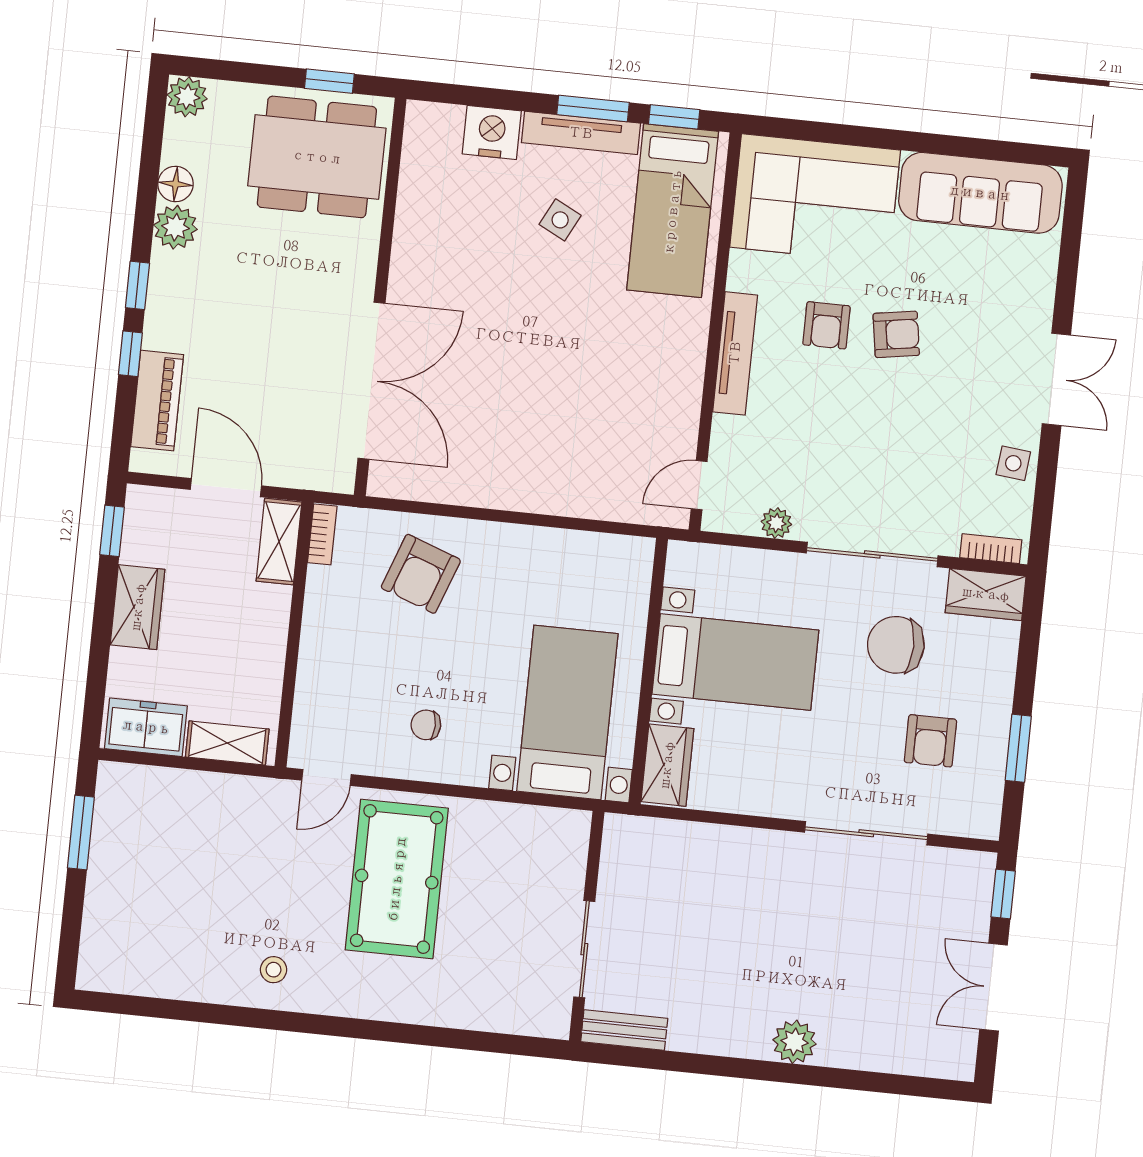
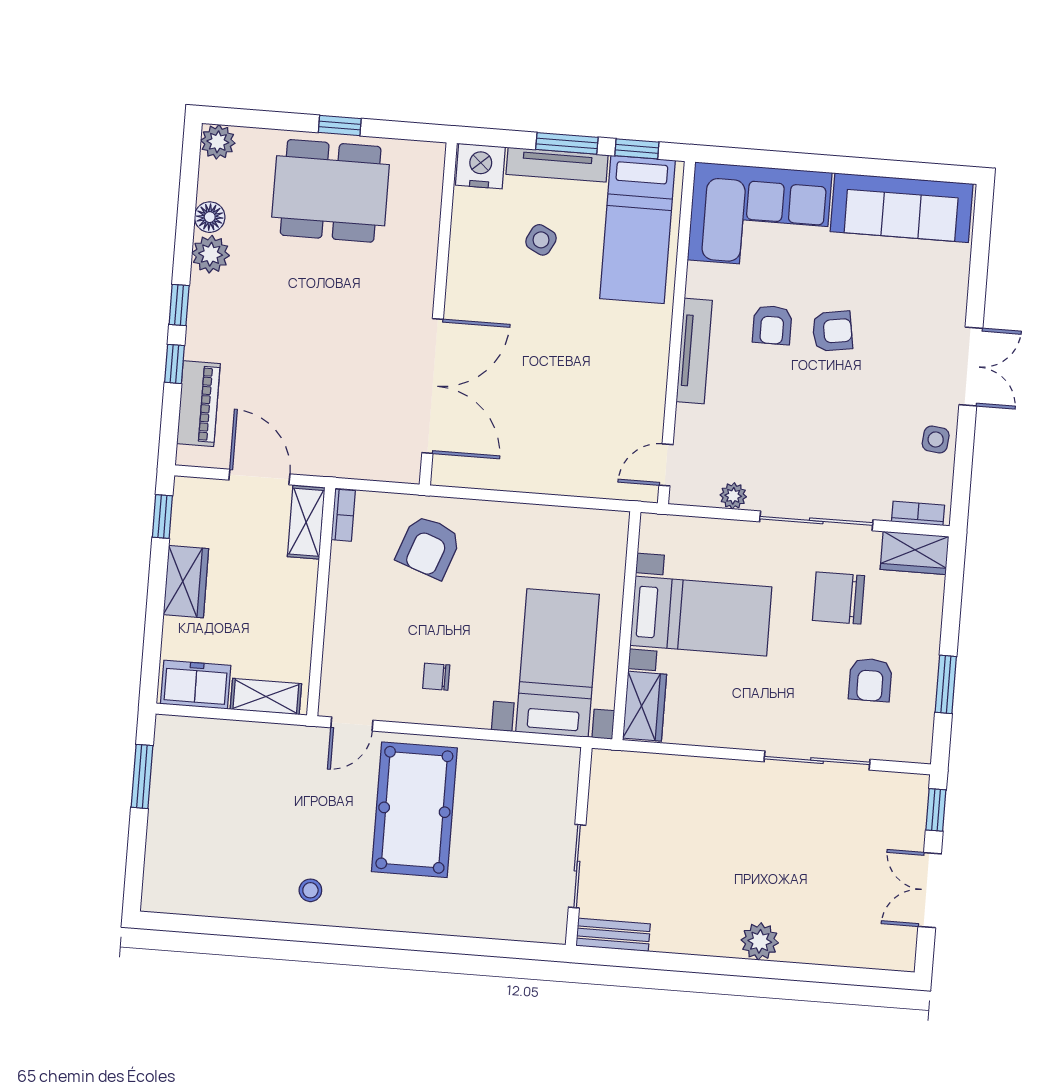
wall: (380, 297) -> (438, 314), moved
double door: (372, 381) -> (433, 386), moved

